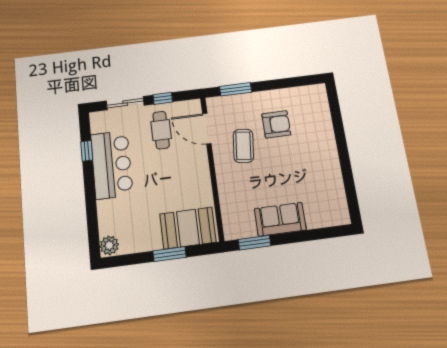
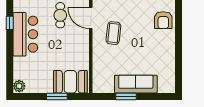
armchair: (276, 124) -> (163, 20), moved, turned 90
sofa: (280, 219) -> (136, 84), width x1.36
window: (254, 243) -> (126, 96), moved

